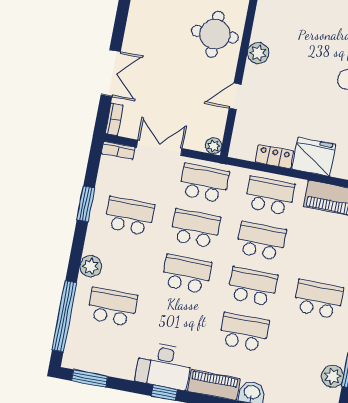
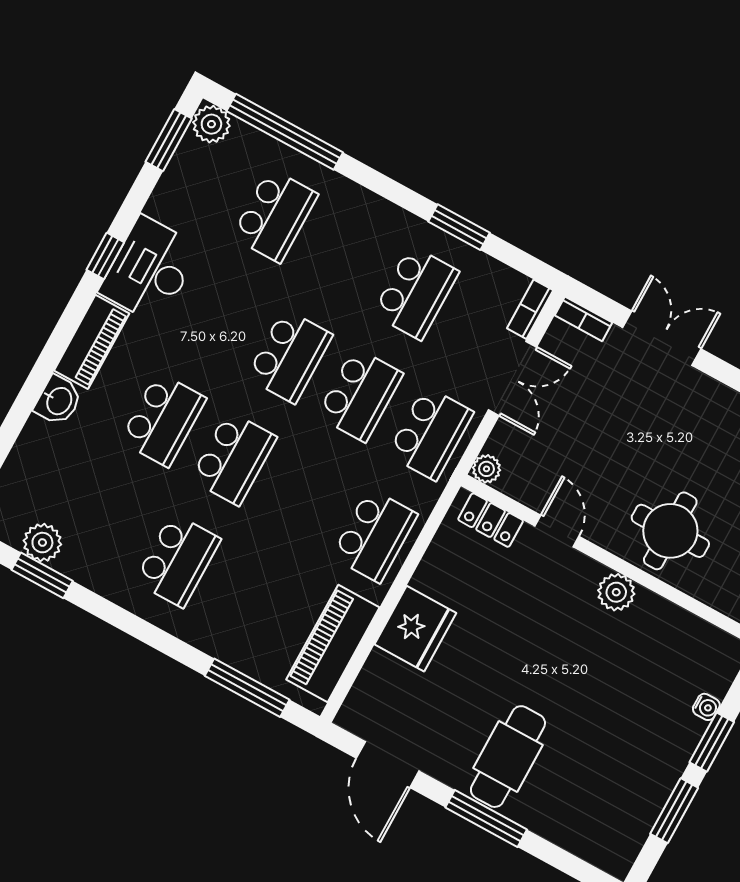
double door: (111, 73) -> (662, 338), swing flipped
locker: (274, 157) -> (491, 520), moved, turned 90
school desk: (261, 241) -> (304, 497), removed
plant: (91, 266) -> (211, 124), moved

